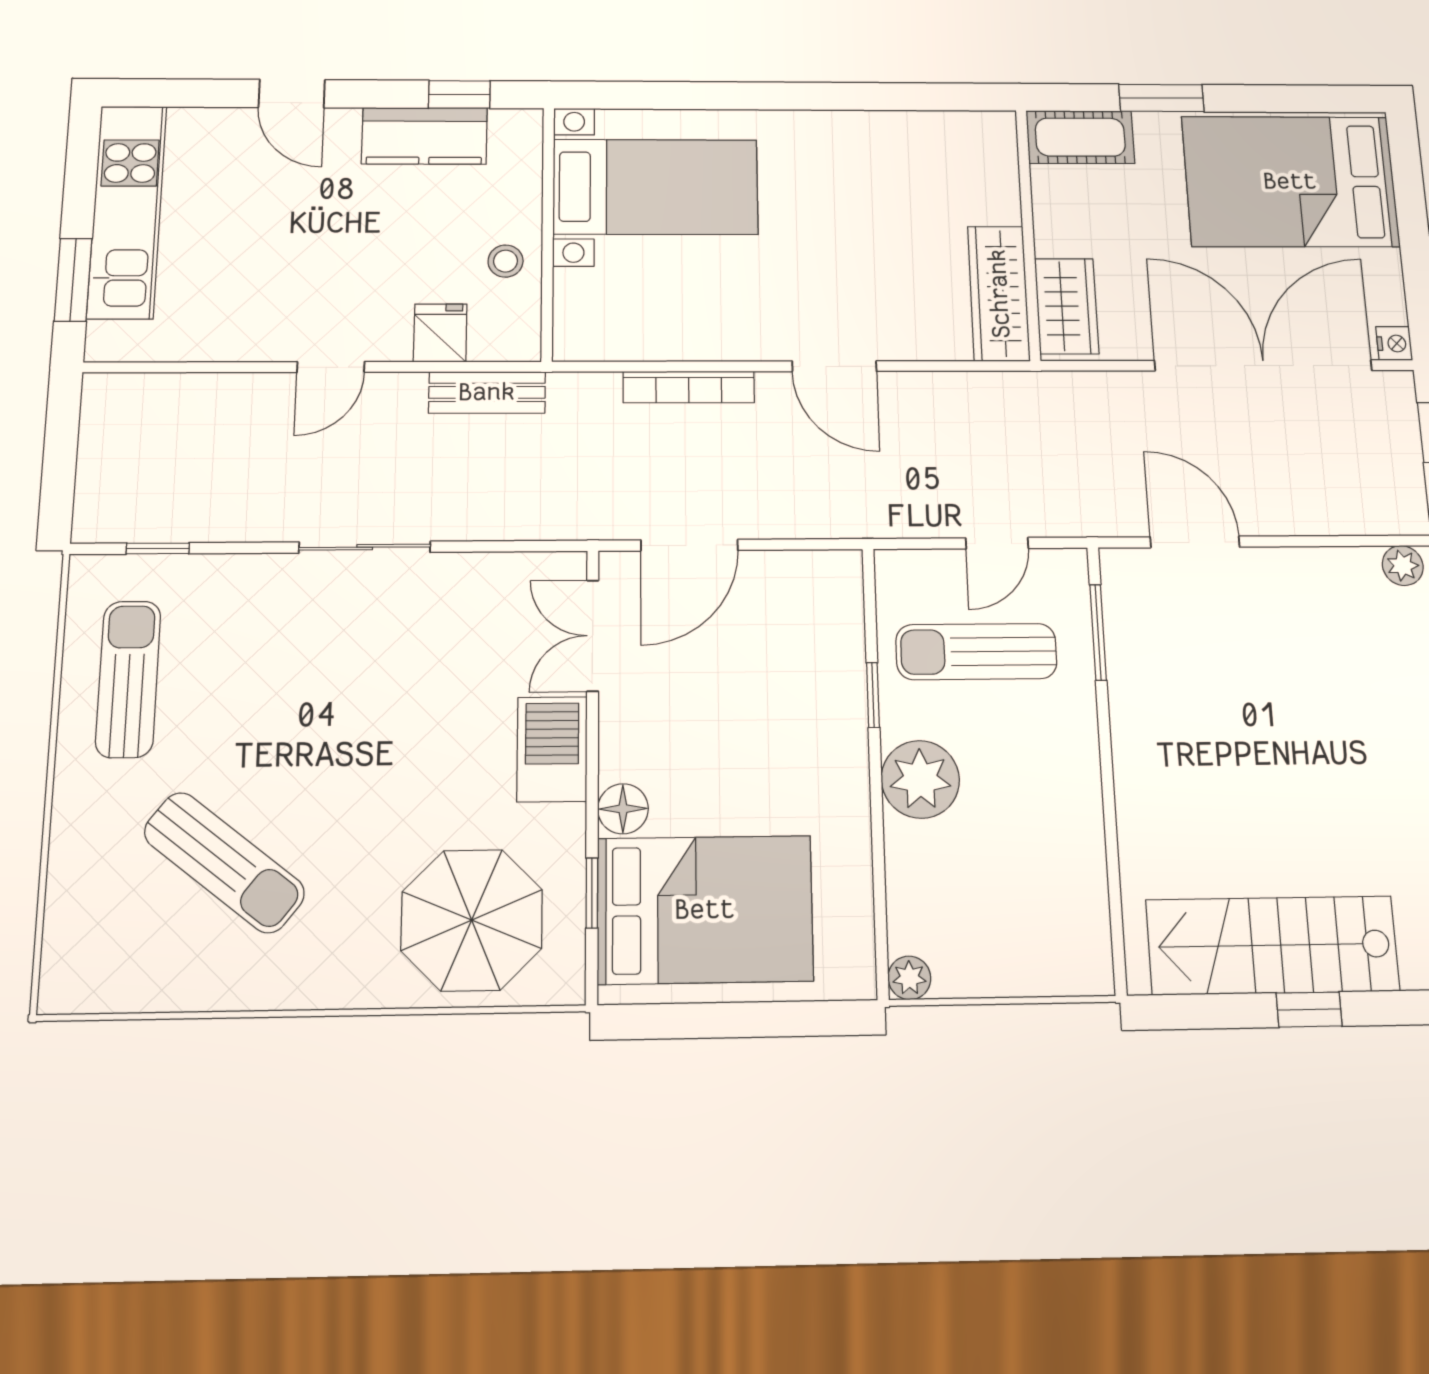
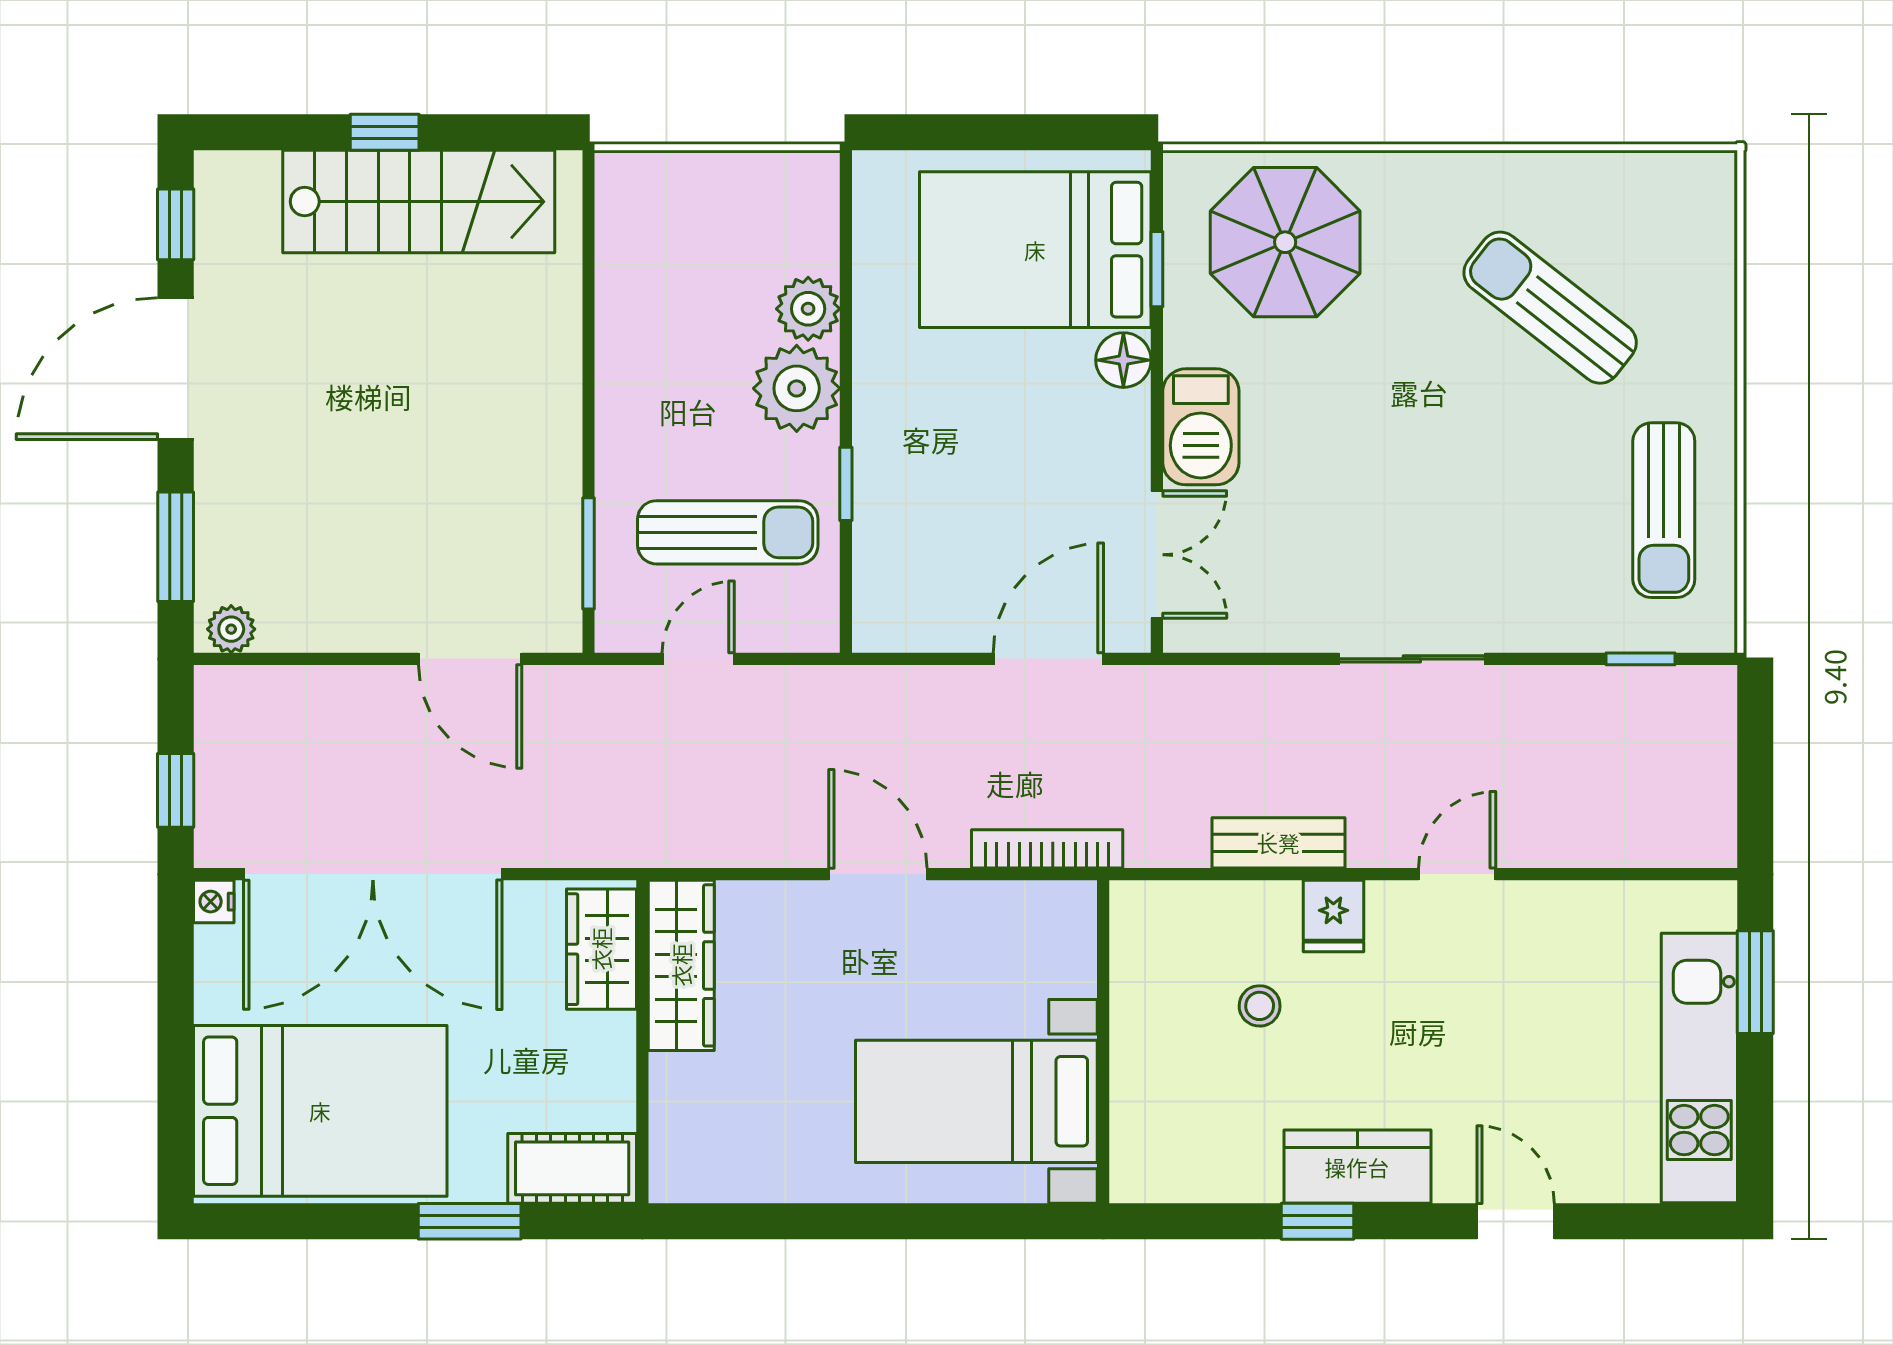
bed with nightstands: (656, 187) -> (976, 1101), moved
wall: (548, 233) -> (1103, 1042), moved
plant: (909, 978) -> (808, 309), moved, width x1.38, depth x1.38

